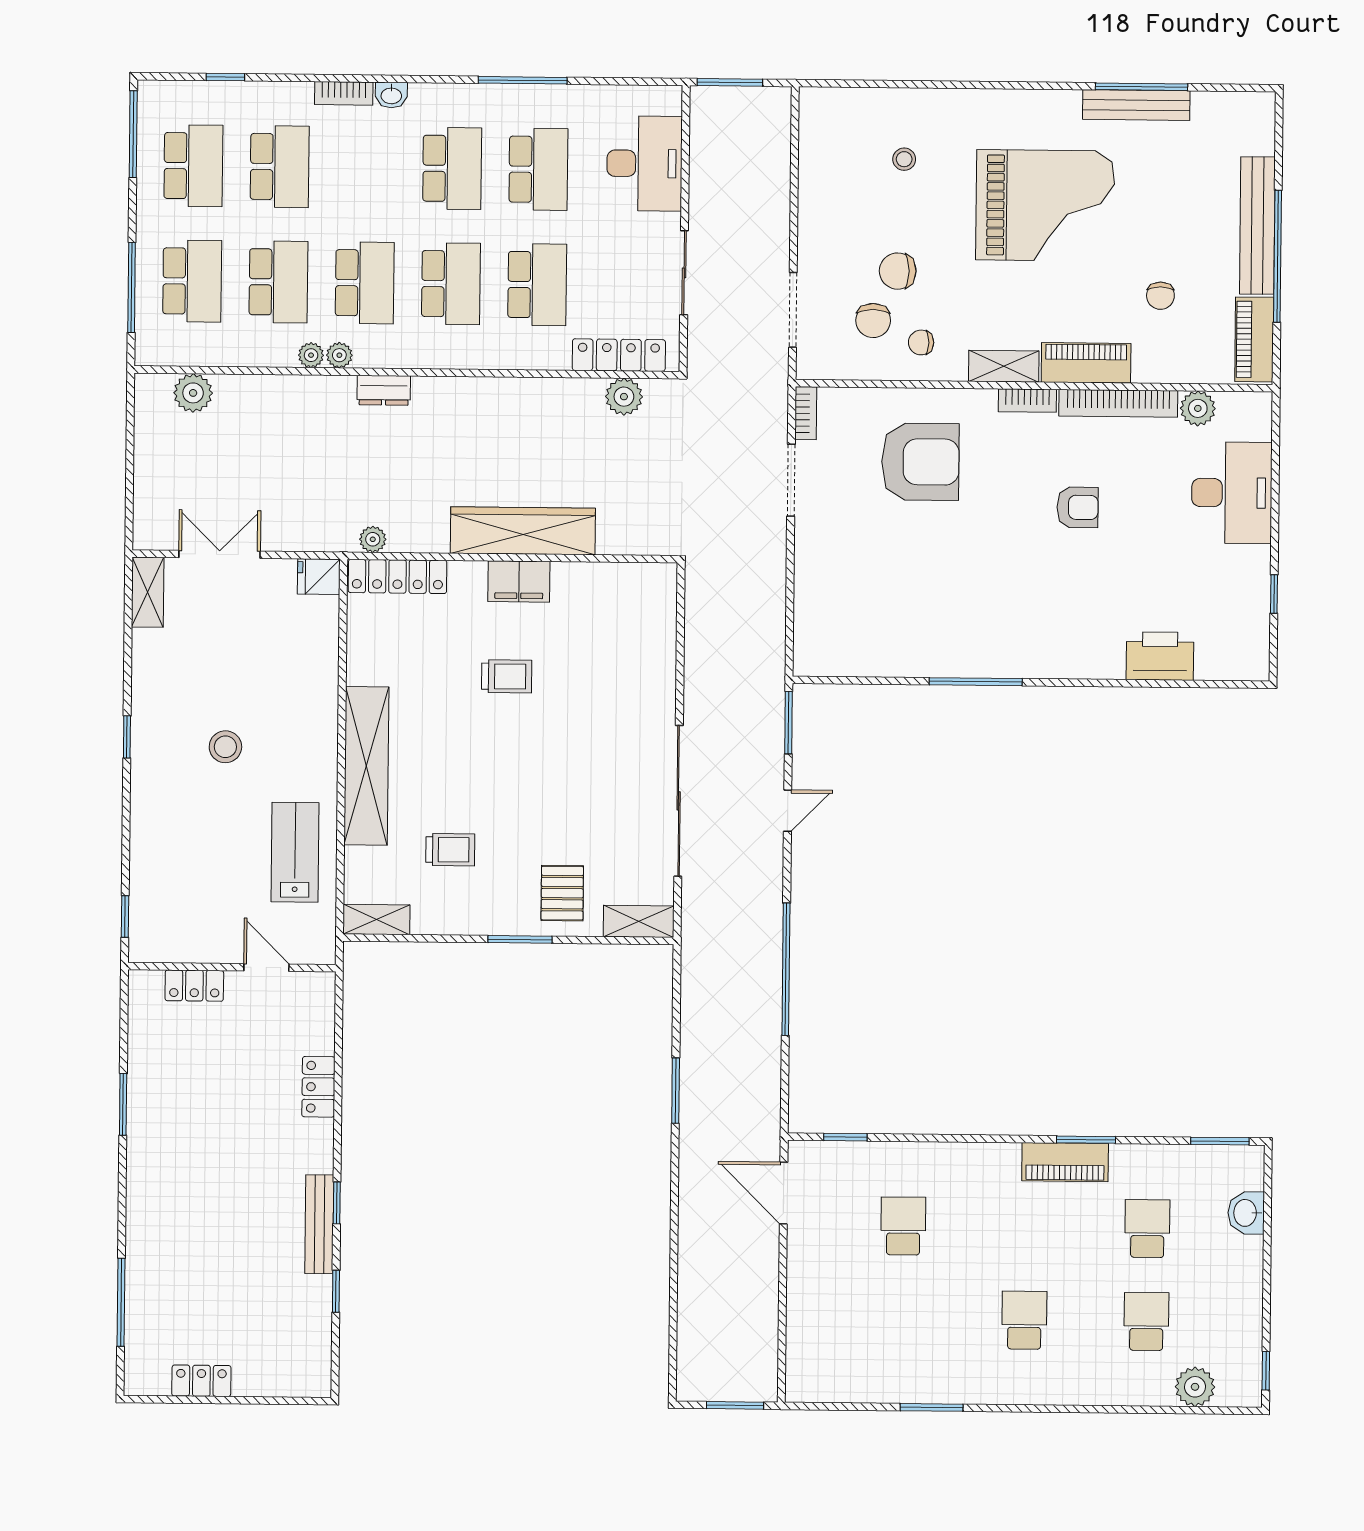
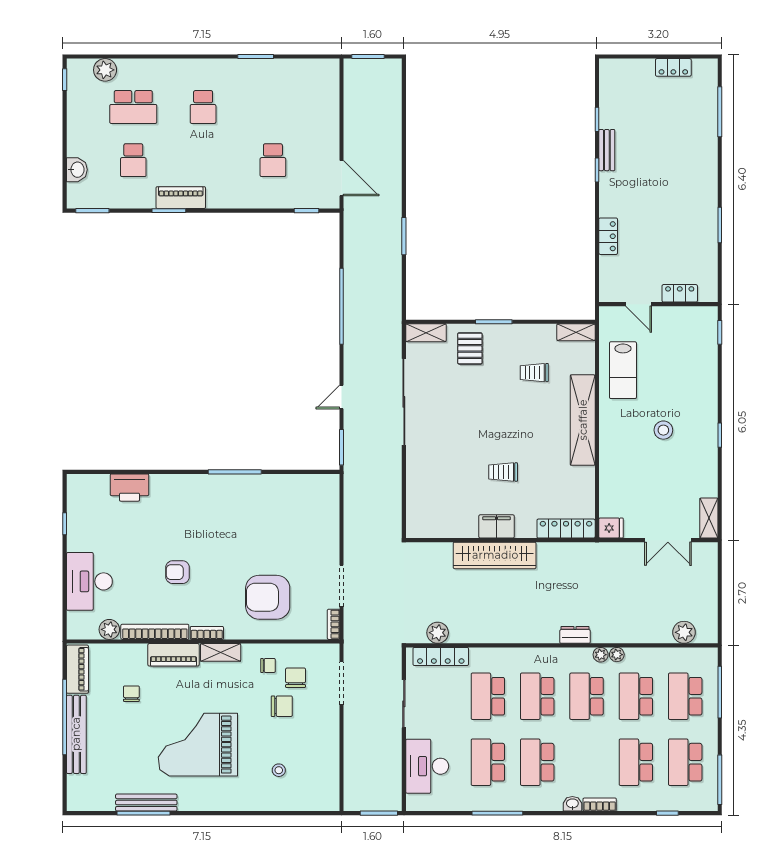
plant: (373, 539) -> (580, 550), removed
bench: (319, 1224) -> (607, 150), width x0.73
school desk: (1146, 1321) -> (133, 107), width x1.85

